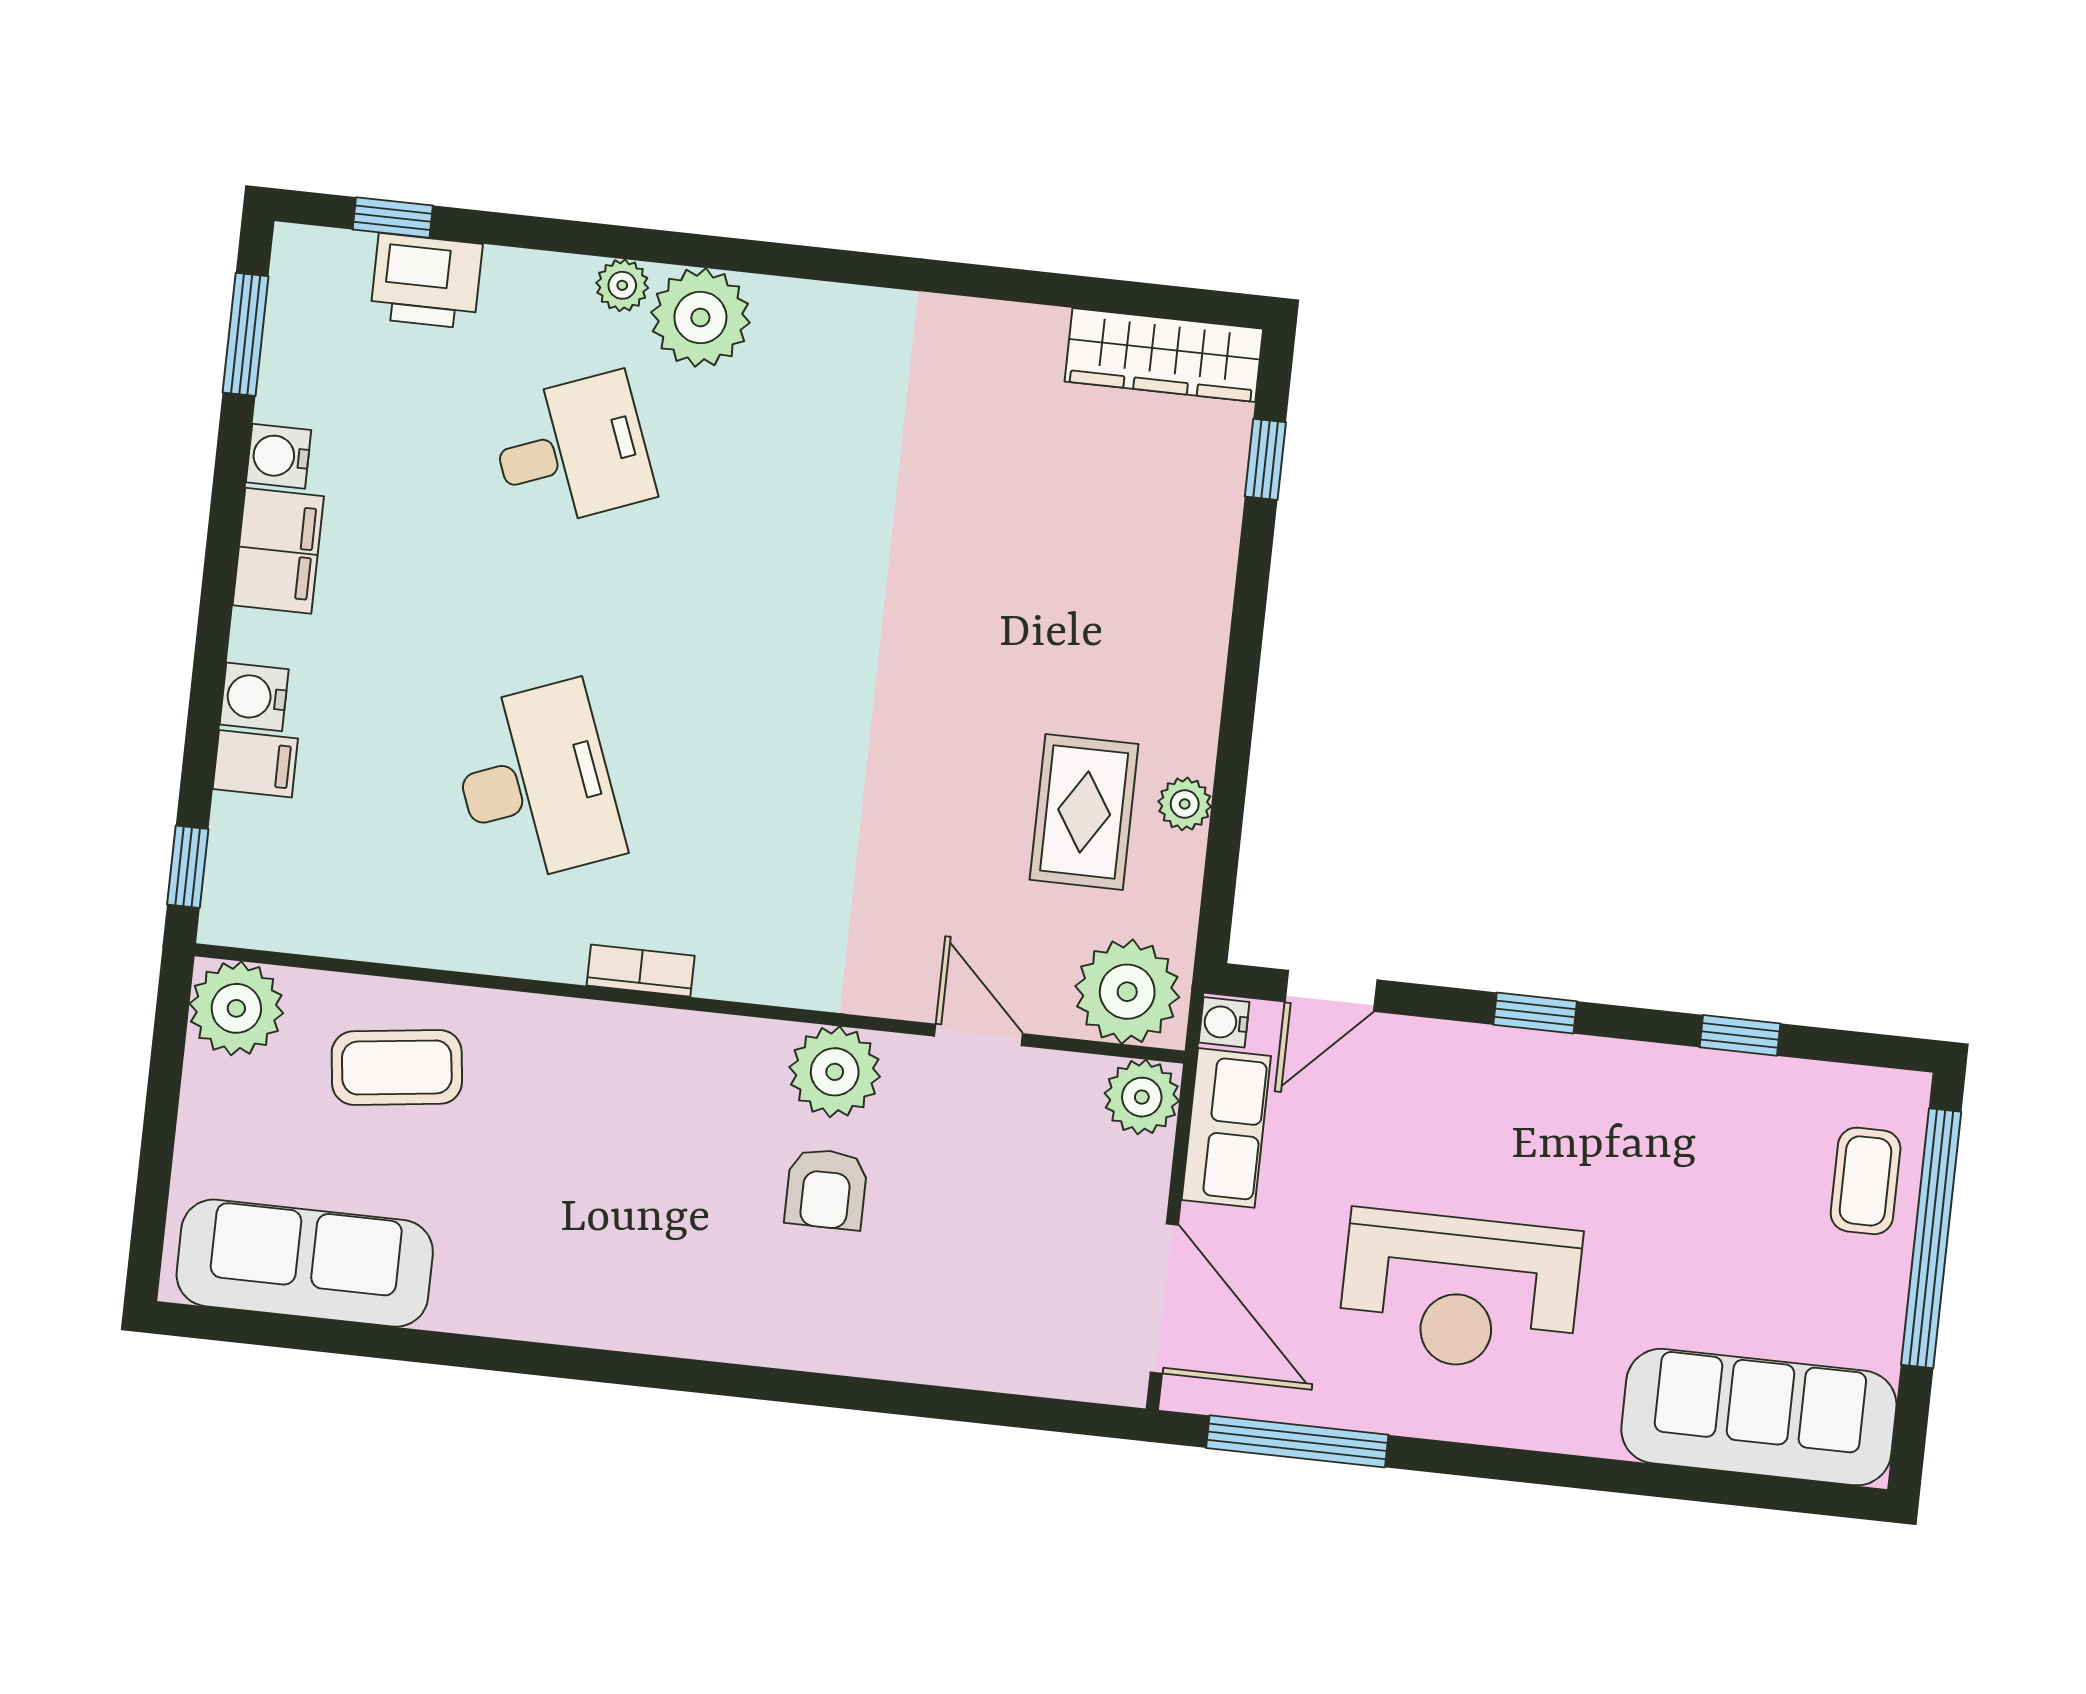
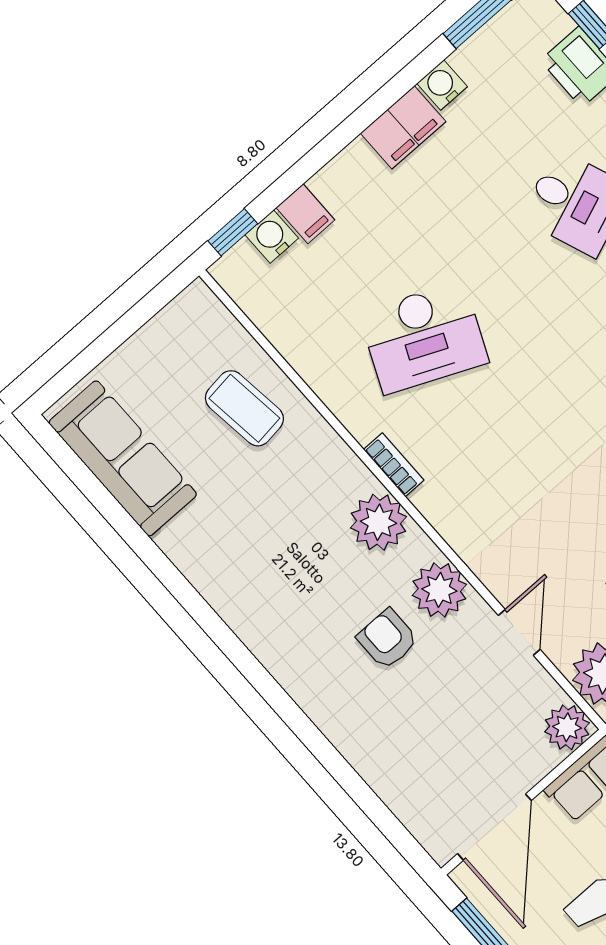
water cooler: (254, 697) -> (272, 237), moved
desk: (536, 783) -> (424, 337), turned 45
plant: (236, 1008) -> (378, 522), moved
armchair: (826, 1189) -> (387, 639), turned 90

